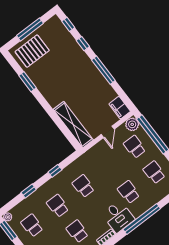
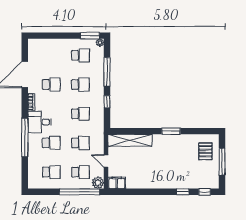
pallet: (32, 51) -> (205, 151), width x0.67, depth x0.71
window: (103, 70) -> (152, 192), removed
window: (28, 82) -> (171, 131), moved
school desk: (109, 166) -> (80, 143), added
window: (29, 191) -> (107, 72), width x2.17

